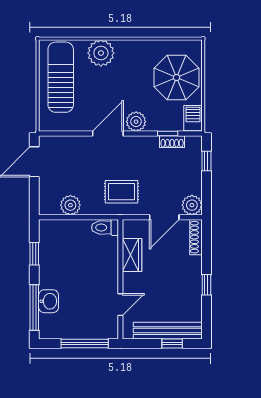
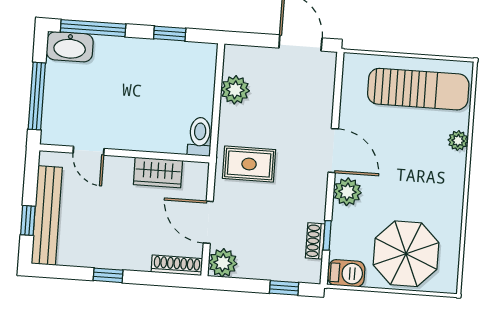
plant: (101, 53) -> (458, 141), width x0.53, depth x0.53
rug: (122, 192) -> (249, 164), turned 90
washbasin: (49, 301) -> (70, 47), moved, width x1.38

